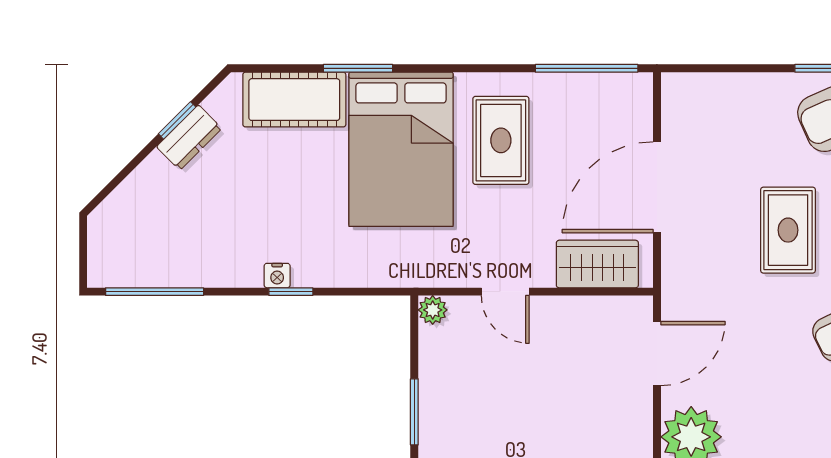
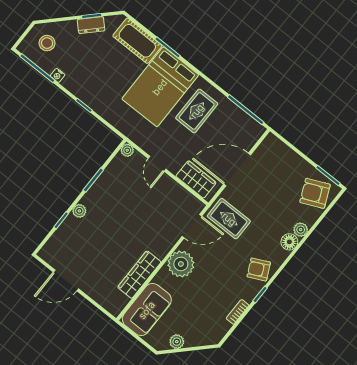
rug: (788, 230) -> (229, 219), moved, turned 90
stool: (136, 233) -> (47, 43), added
nightstand: (277, 276) -> (58, 75), moved

